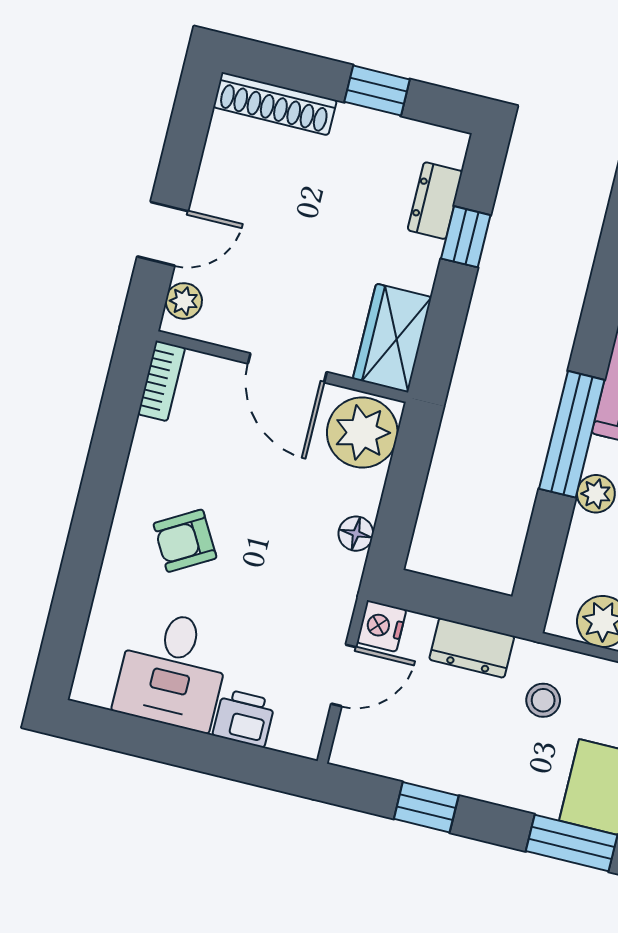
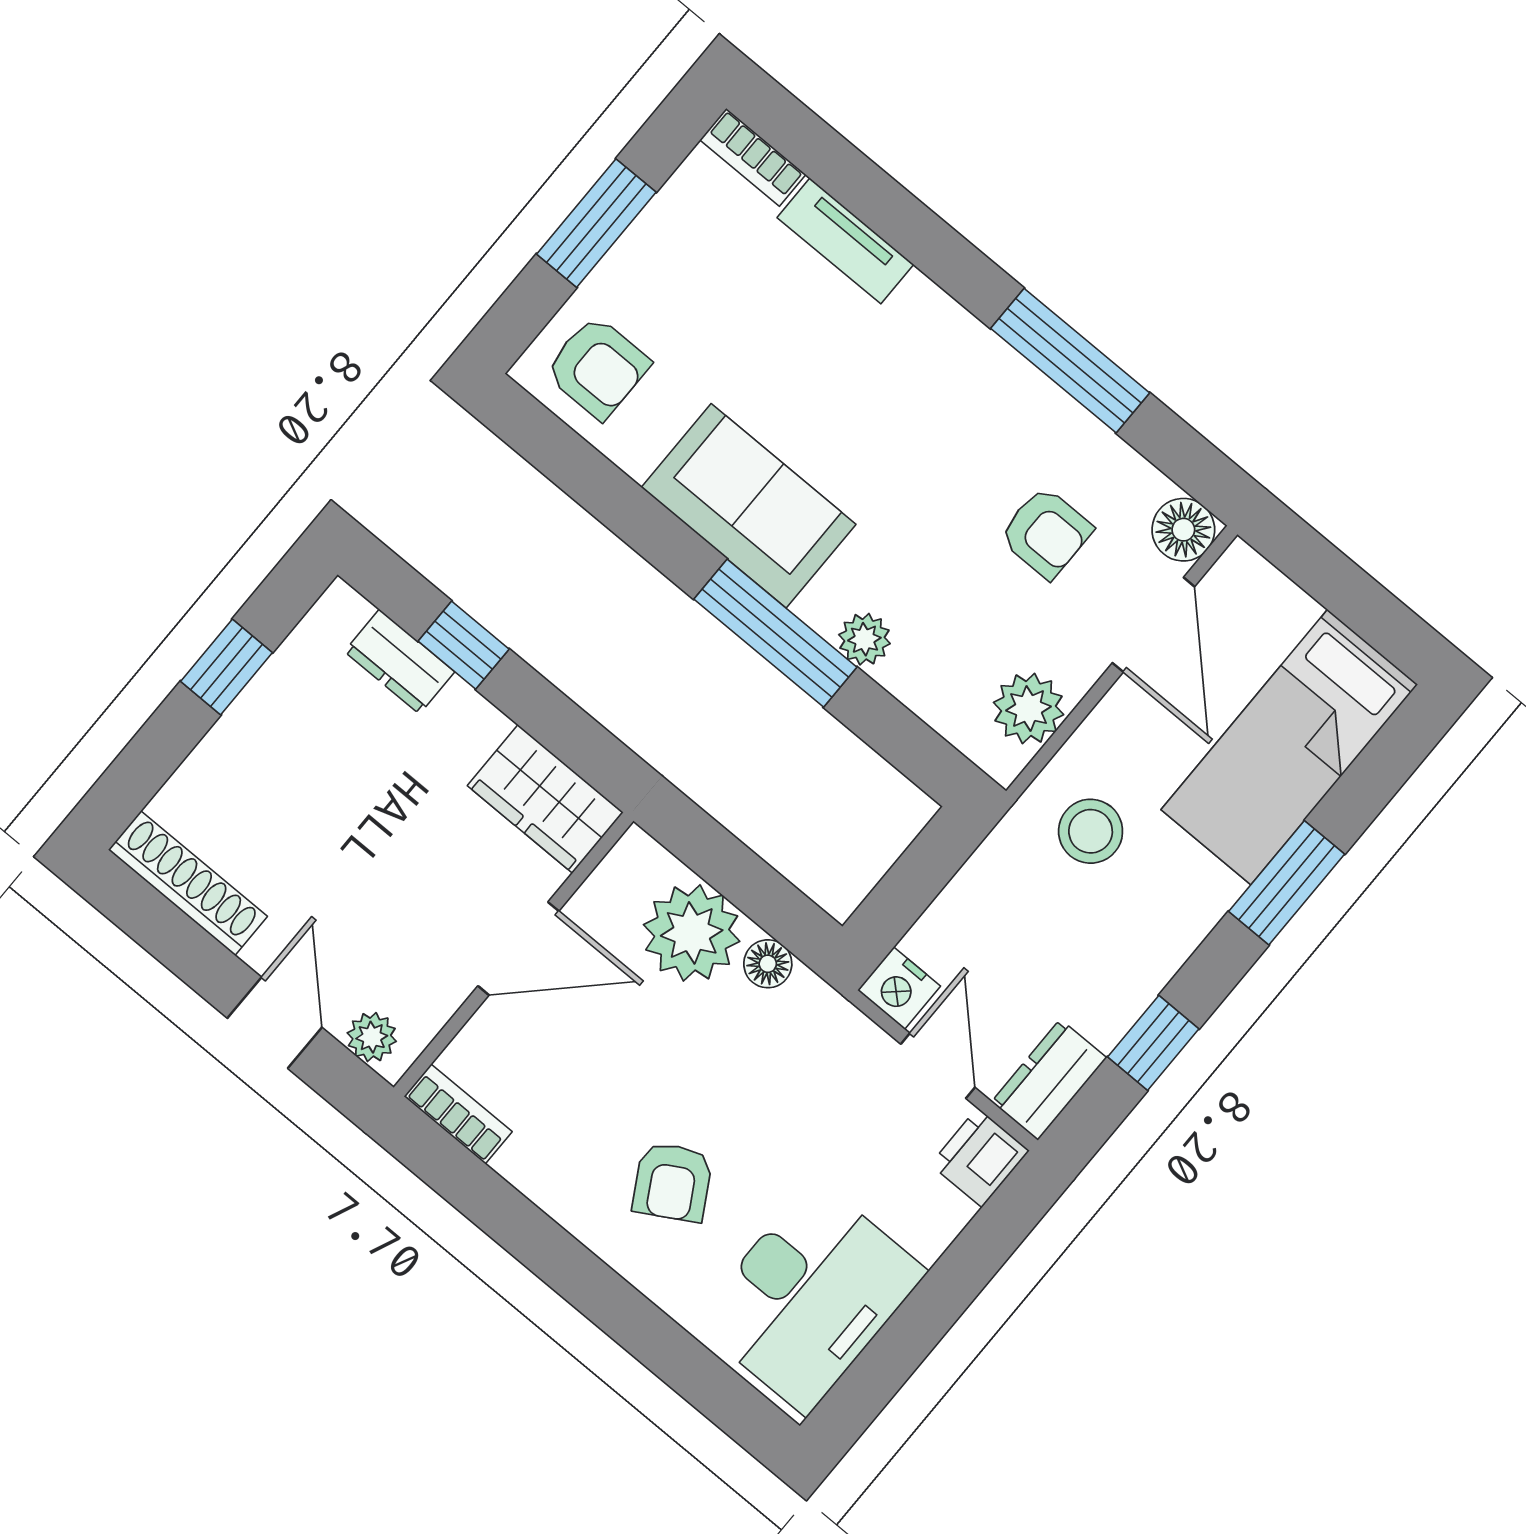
shoe rack: (275, 104) -> (188, 883), moved, turned -90
plant: (362, 433) -> (692, 933), moved
dresser: (472, 648) -> (1049, 1080), moved, turned 180
desk: (173, 670) -> (810, 1296), width x1.37
stool: (543, 700) -> (1091, 831), width x1.37, depth x1.37
printer: (244, 718) -> (980, 1158), moved

